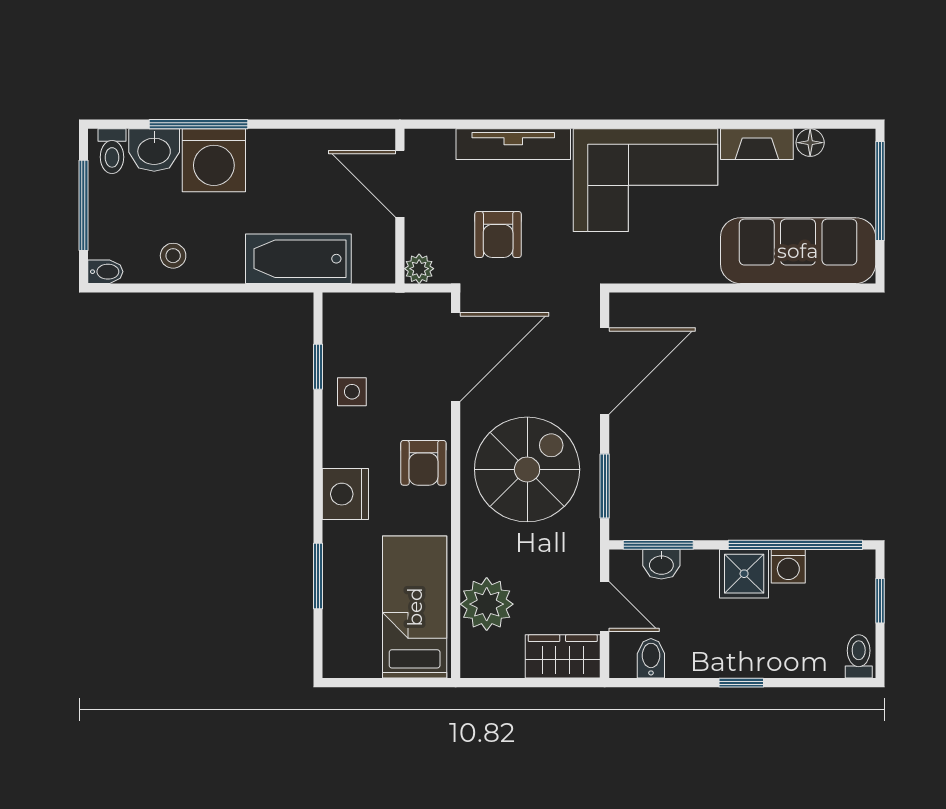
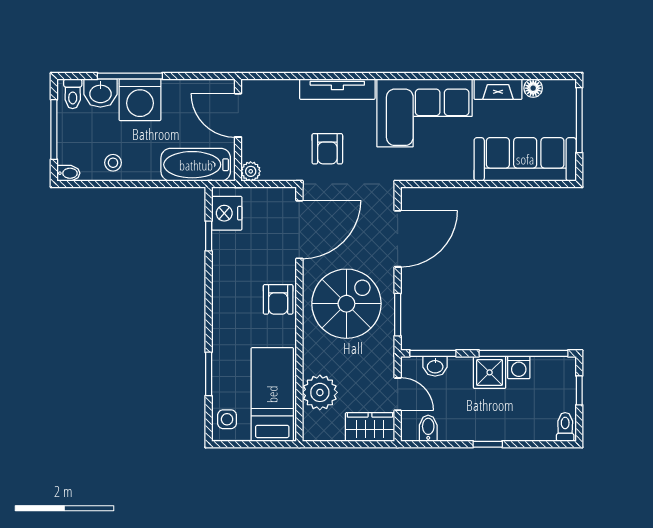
door: (400, 184) -> (238, 115), moved
wall: (400, 206) -> (238, 130), moved
plant: (419, 269) -> (251, 171), moved
side table: (352, 392) -> (227, 419), moved
nightstand: (345, 494) -> (227, 213), moved

